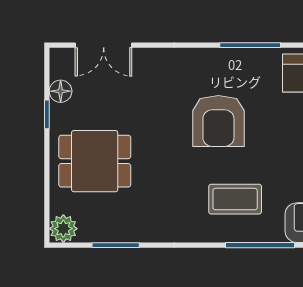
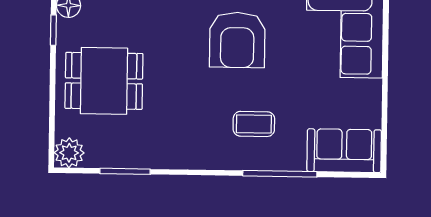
coffee table: (235, 199) -> (254, 124), width x0.73, depth x0.77

